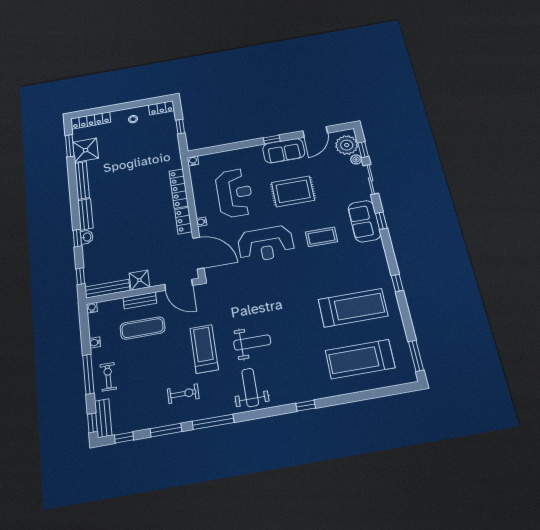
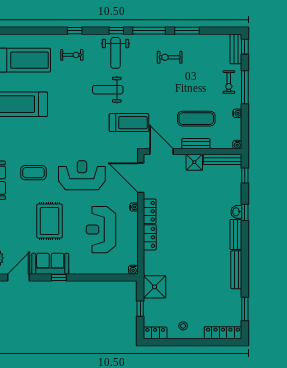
shower: (86, 150) -> (155, 287), moved
locker: (179, 188) -> (150, 237), width x0.66
rug: (293, 191) -> (50, 221), turned 90
treadmill: (204, 349) -> (129, 123), moved, turned -90
exercise bike: (303, 376) -> (72, 55), added
window: (124, 437) -> (116, 31), moved

